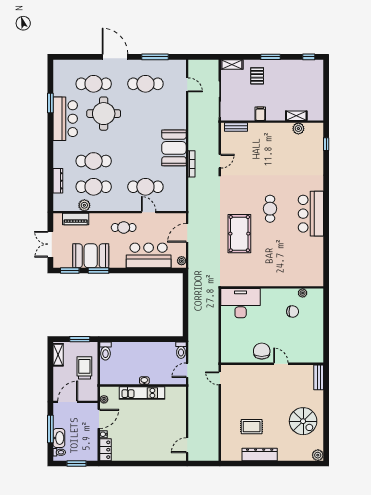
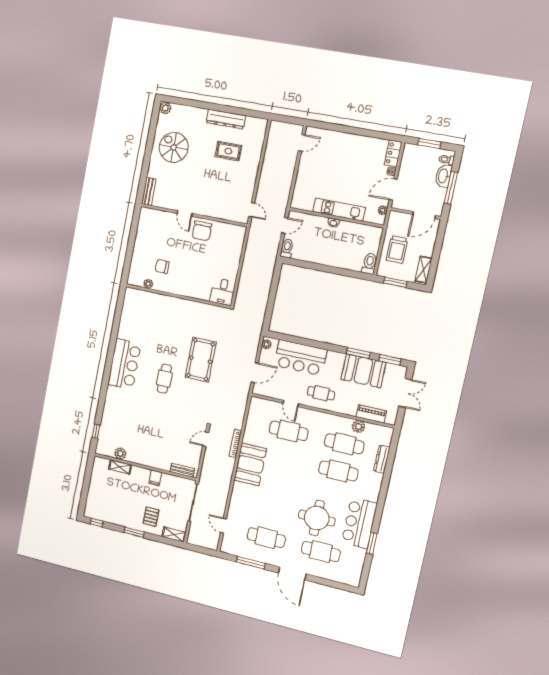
desk: (241, 303) -> (223, 292), width x0.53, depth x0.77

